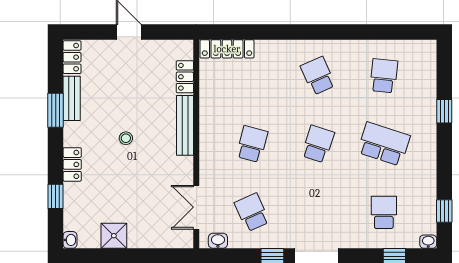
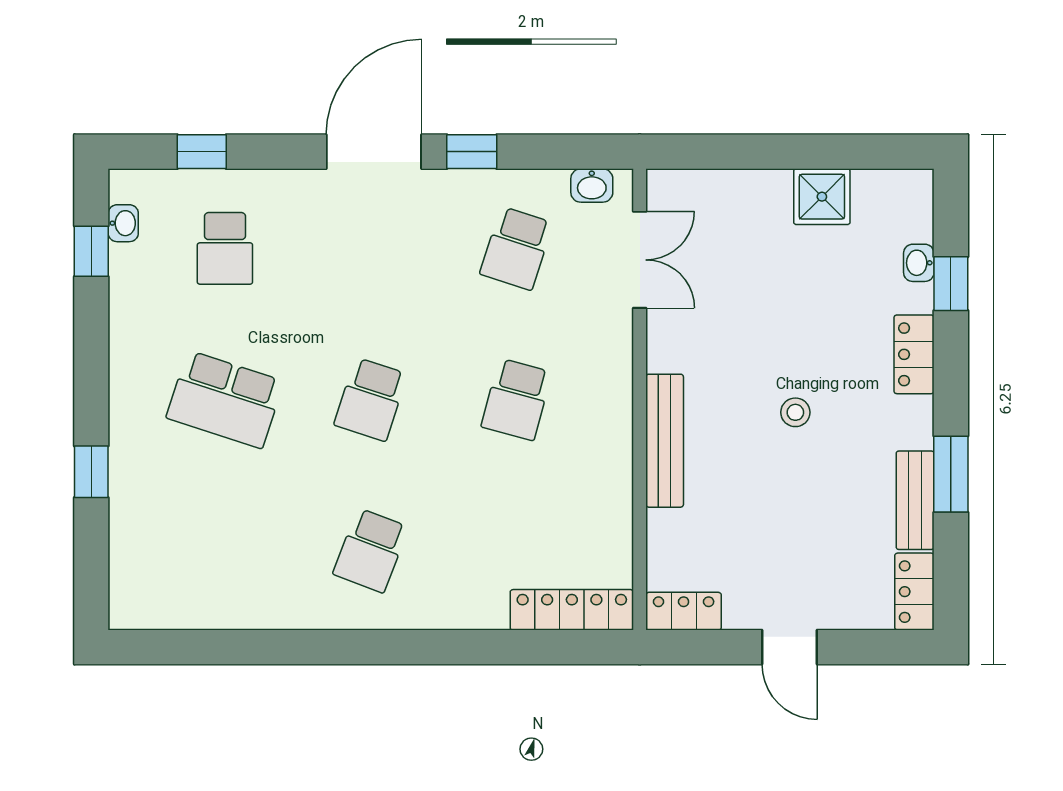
school desk: (318, 76) -> (371, 550), turned 45
school desk: (384, 76) -> (225, 550), removed
locker: (185, 77) -> (684, 611), moved, turned -90
school desk: (252, 212) -> (516, 248), turned 42
washbasin: (70, 240) -> (919, 263), moved
washbasin: (428, 242) -> (123, 223), moved, turned -90

